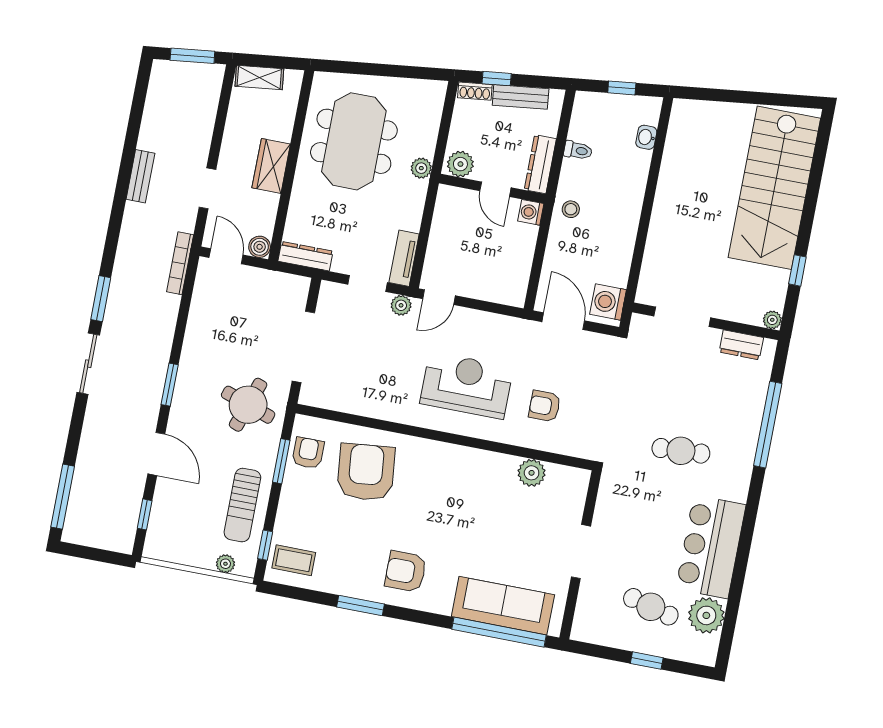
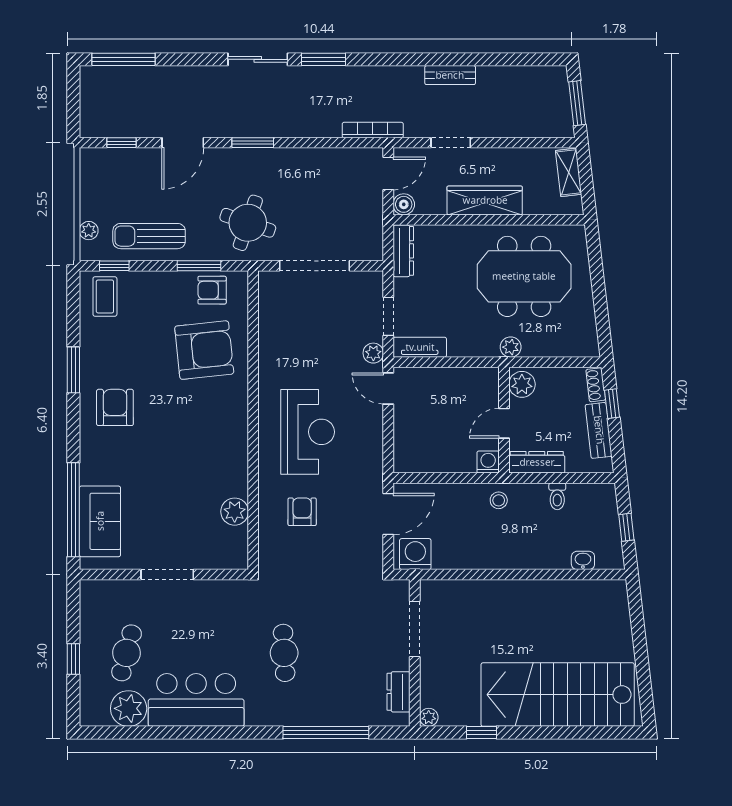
wardrobe: (271, 166) -> (485, 200), width x1.50
armchair: (308, 453) -> (212, 290), turned 180
sofa: (503, 606) -> (100, 521), width x0.73

